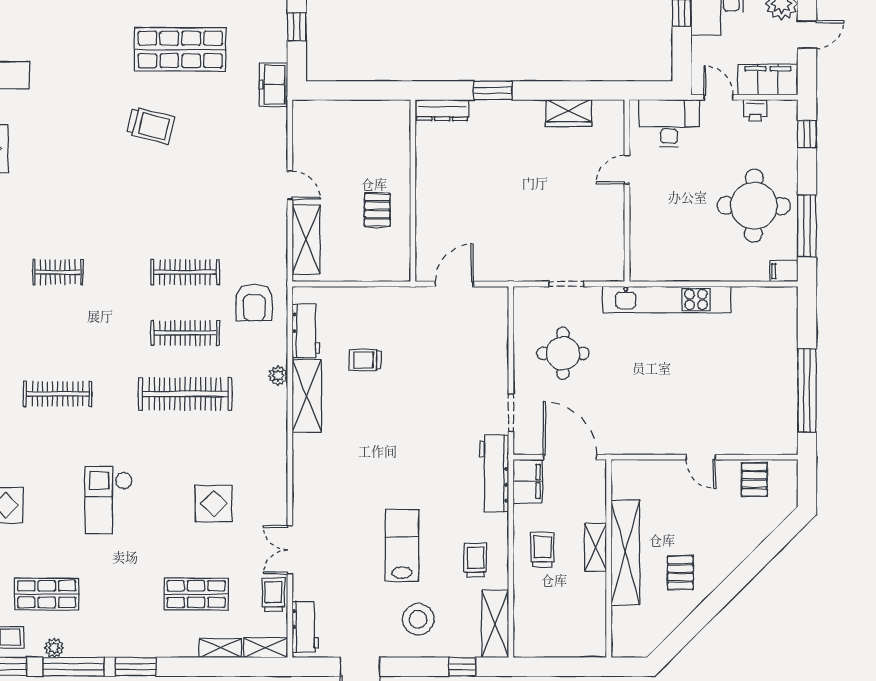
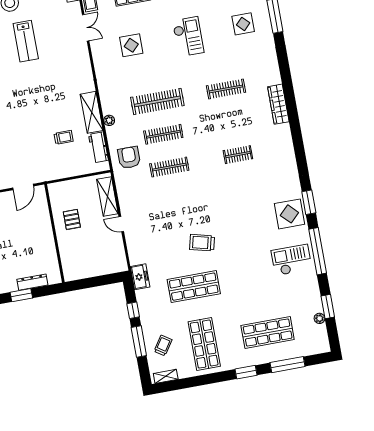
dresser: (442, 110) -> (32, 282), moved

